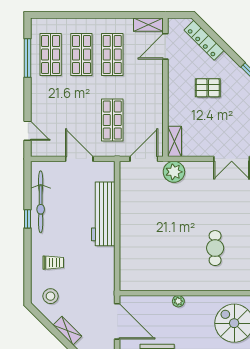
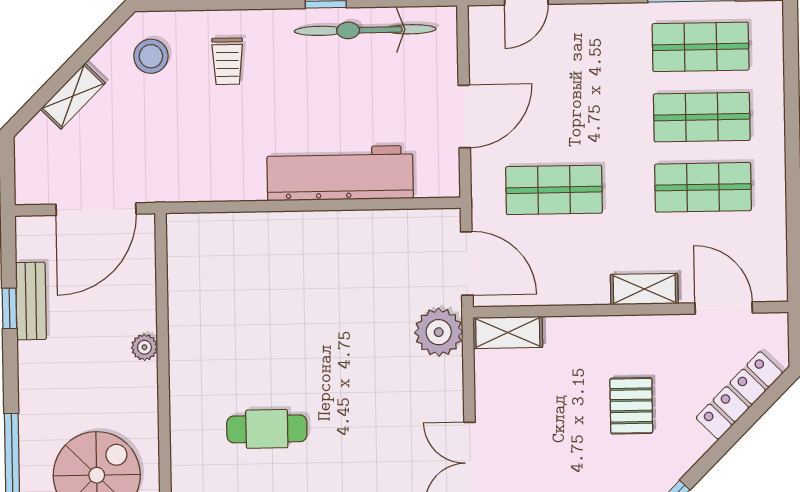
shelving: (148, 25) -> (644, 289), moved, turned 90

